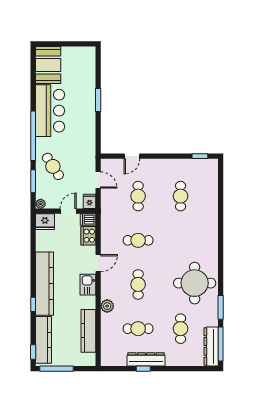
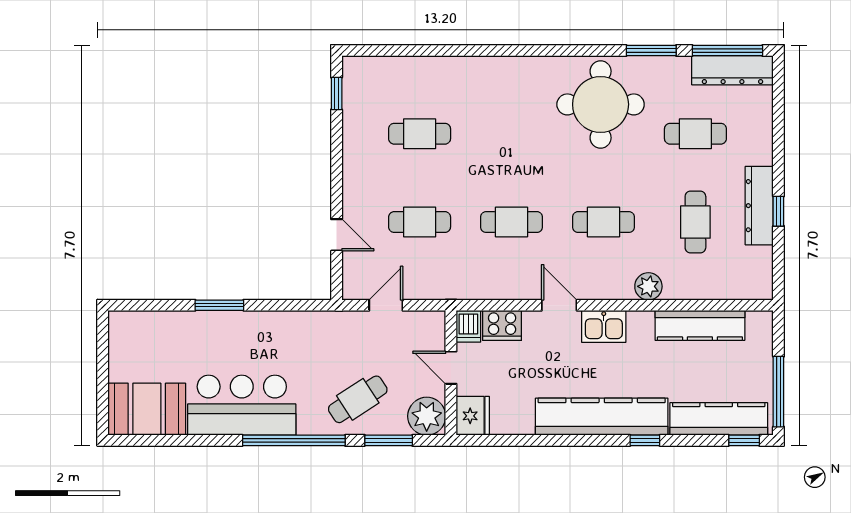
fridge: (90, 201) -> (431, 323), removed
plant: (41, 204) -> (427, 416), width x1.88, depth x1.88
cafe table: (138, 240) -> (512, 222), turned 90

